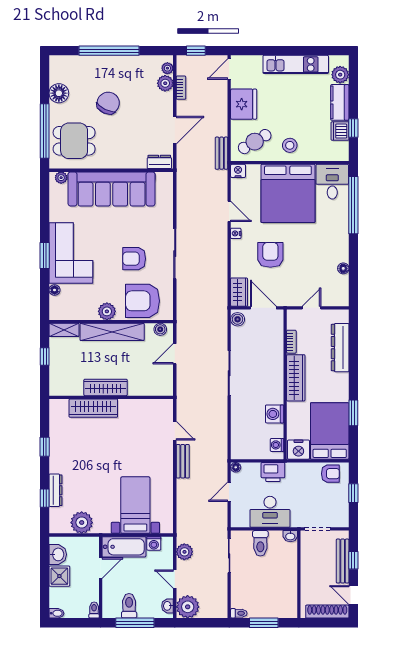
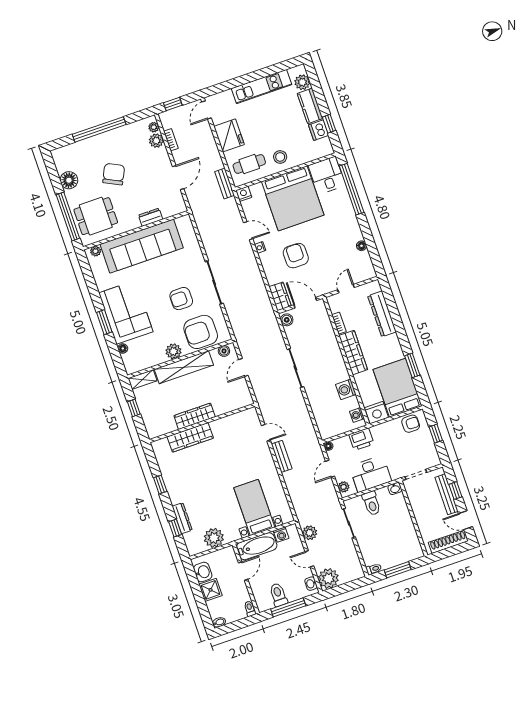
cafe table: (255, 142) -> (249, 164), turned 31
dresser: (159, 162) -> (151, 217), moved
plant: (237, 516) -> (344, 487), added

